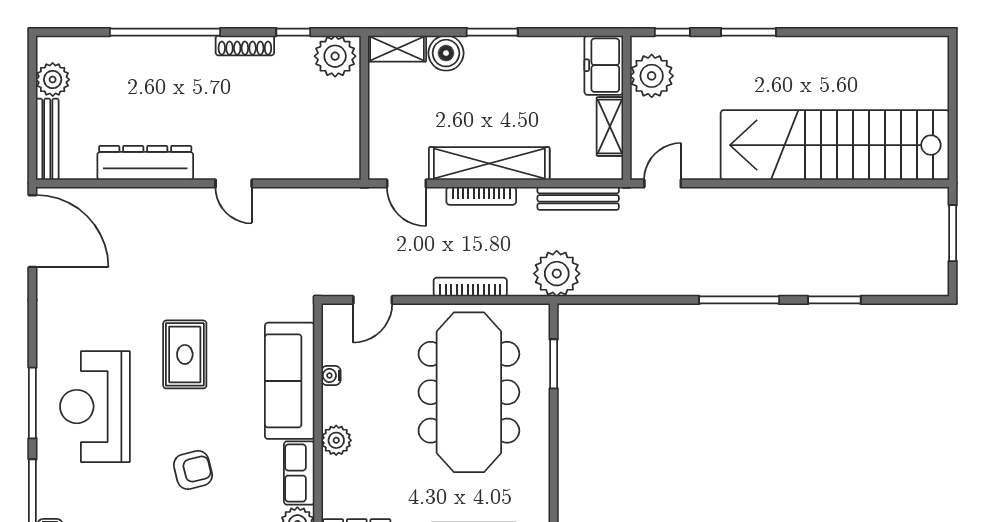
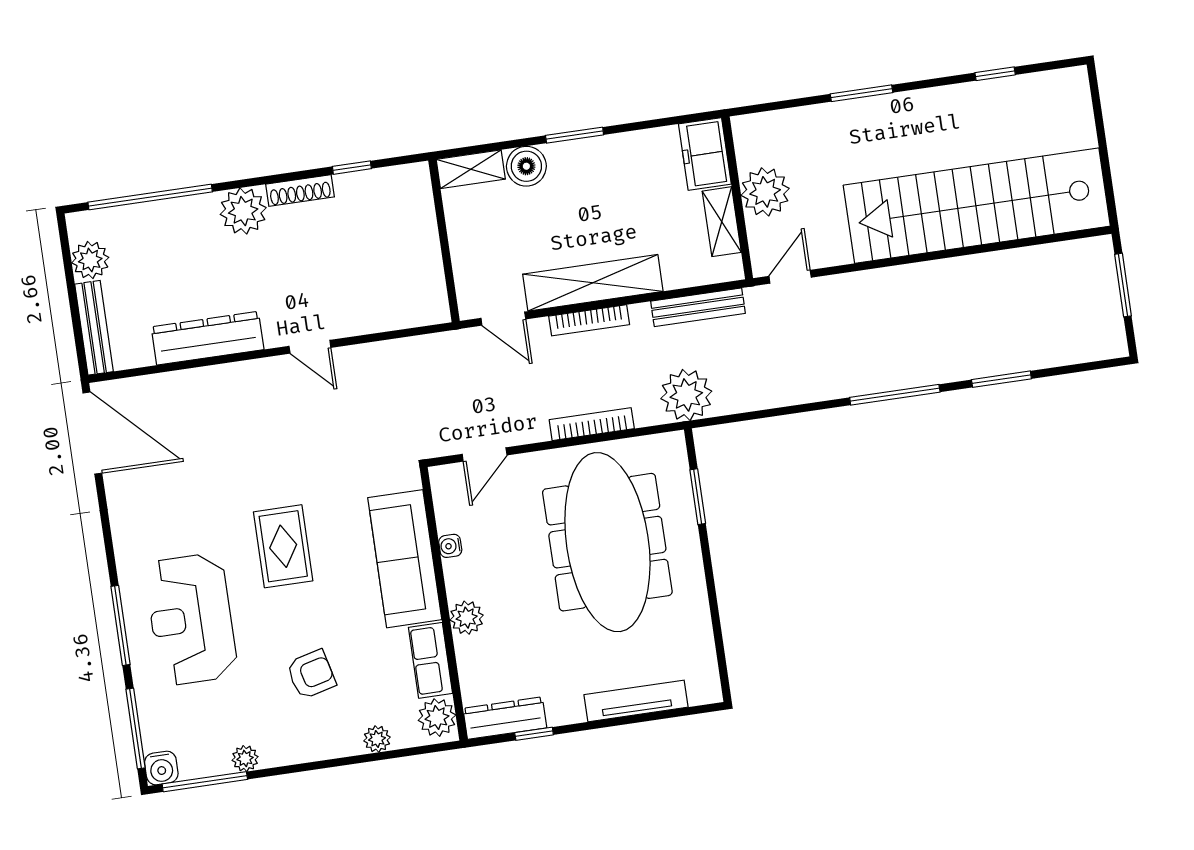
window: (165, 32) -> (150, 197), moved
window: (672, 32) -> (995, 74), moved
plant: (335, 56) -> (243, 211), moved
plant: (652, 76) -> (765, 192), moved

